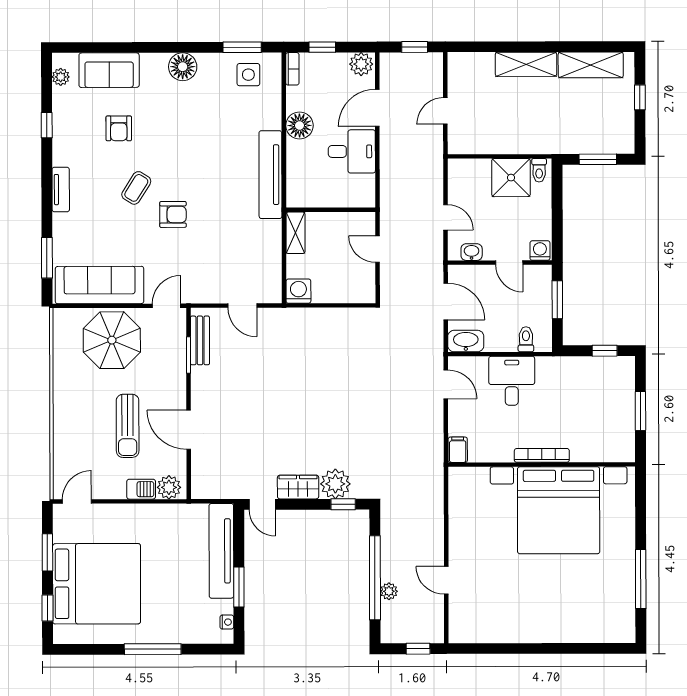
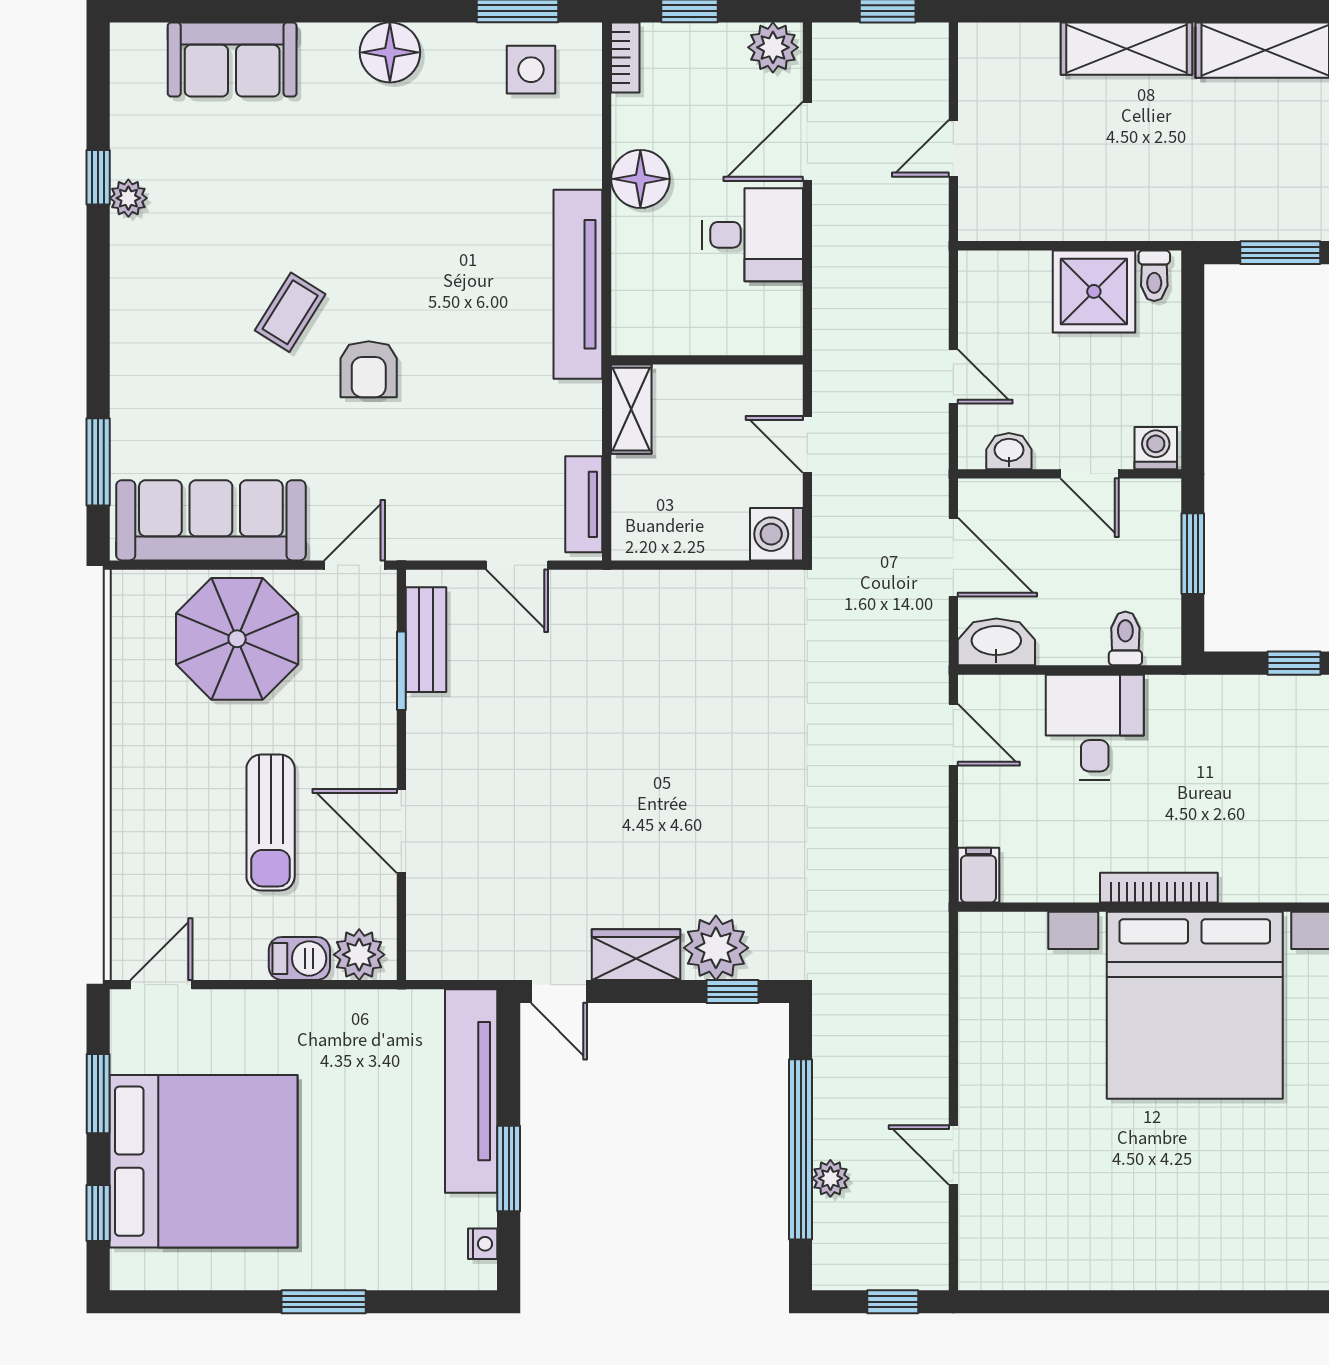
plant: (61, 77) -> (128, 198), moved
armchair: (119, 128) -> (253, 184), removed
tv unit: (61, 190) -> (584, 504), moved, turned 180
armchair: (173, 214) -> (369, 369), turned 90
washing machine: (298, 291) -> (776, 534), moved, turned -90
window: (153, 649) -> (324, 1302), width x0.69

